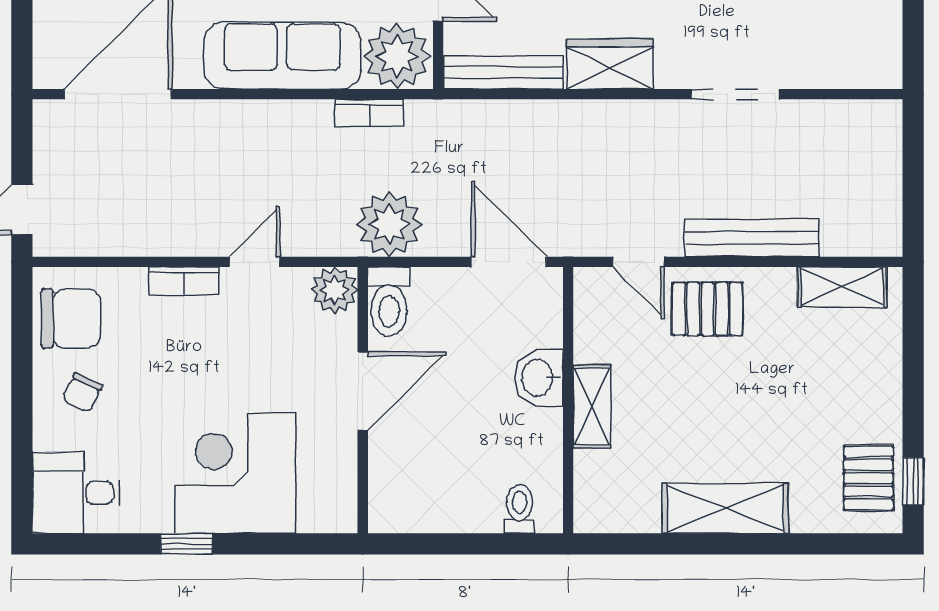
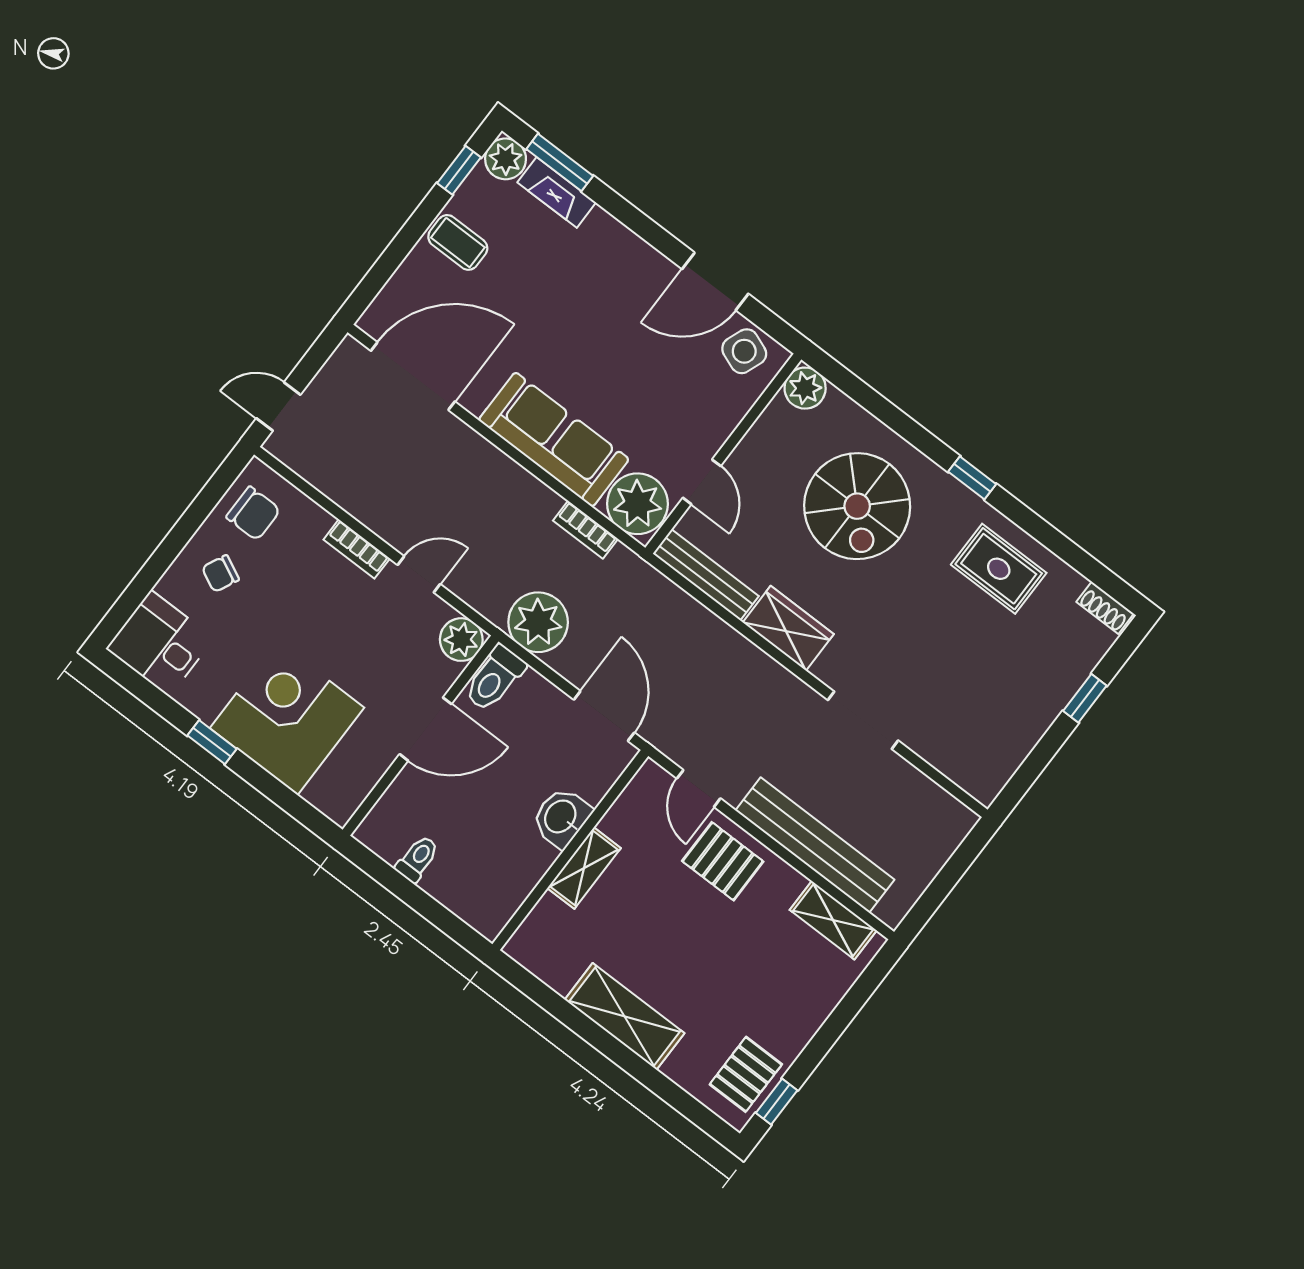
bench: (752, 238) -> (815, 845), width x1.37, depth x1.21
chair: (71, 319) -> (253, 513), width x0.73, depth x0.73
toilet: (520, 509) -> (417, 859), moved

